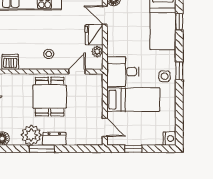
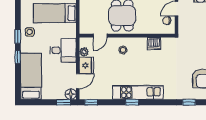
door: (105, 15) -> (78, 81), hinge flipped
window: (179, 22) -> (18, 57), moved
desk: (123, 72) -> (63, 50), moved

